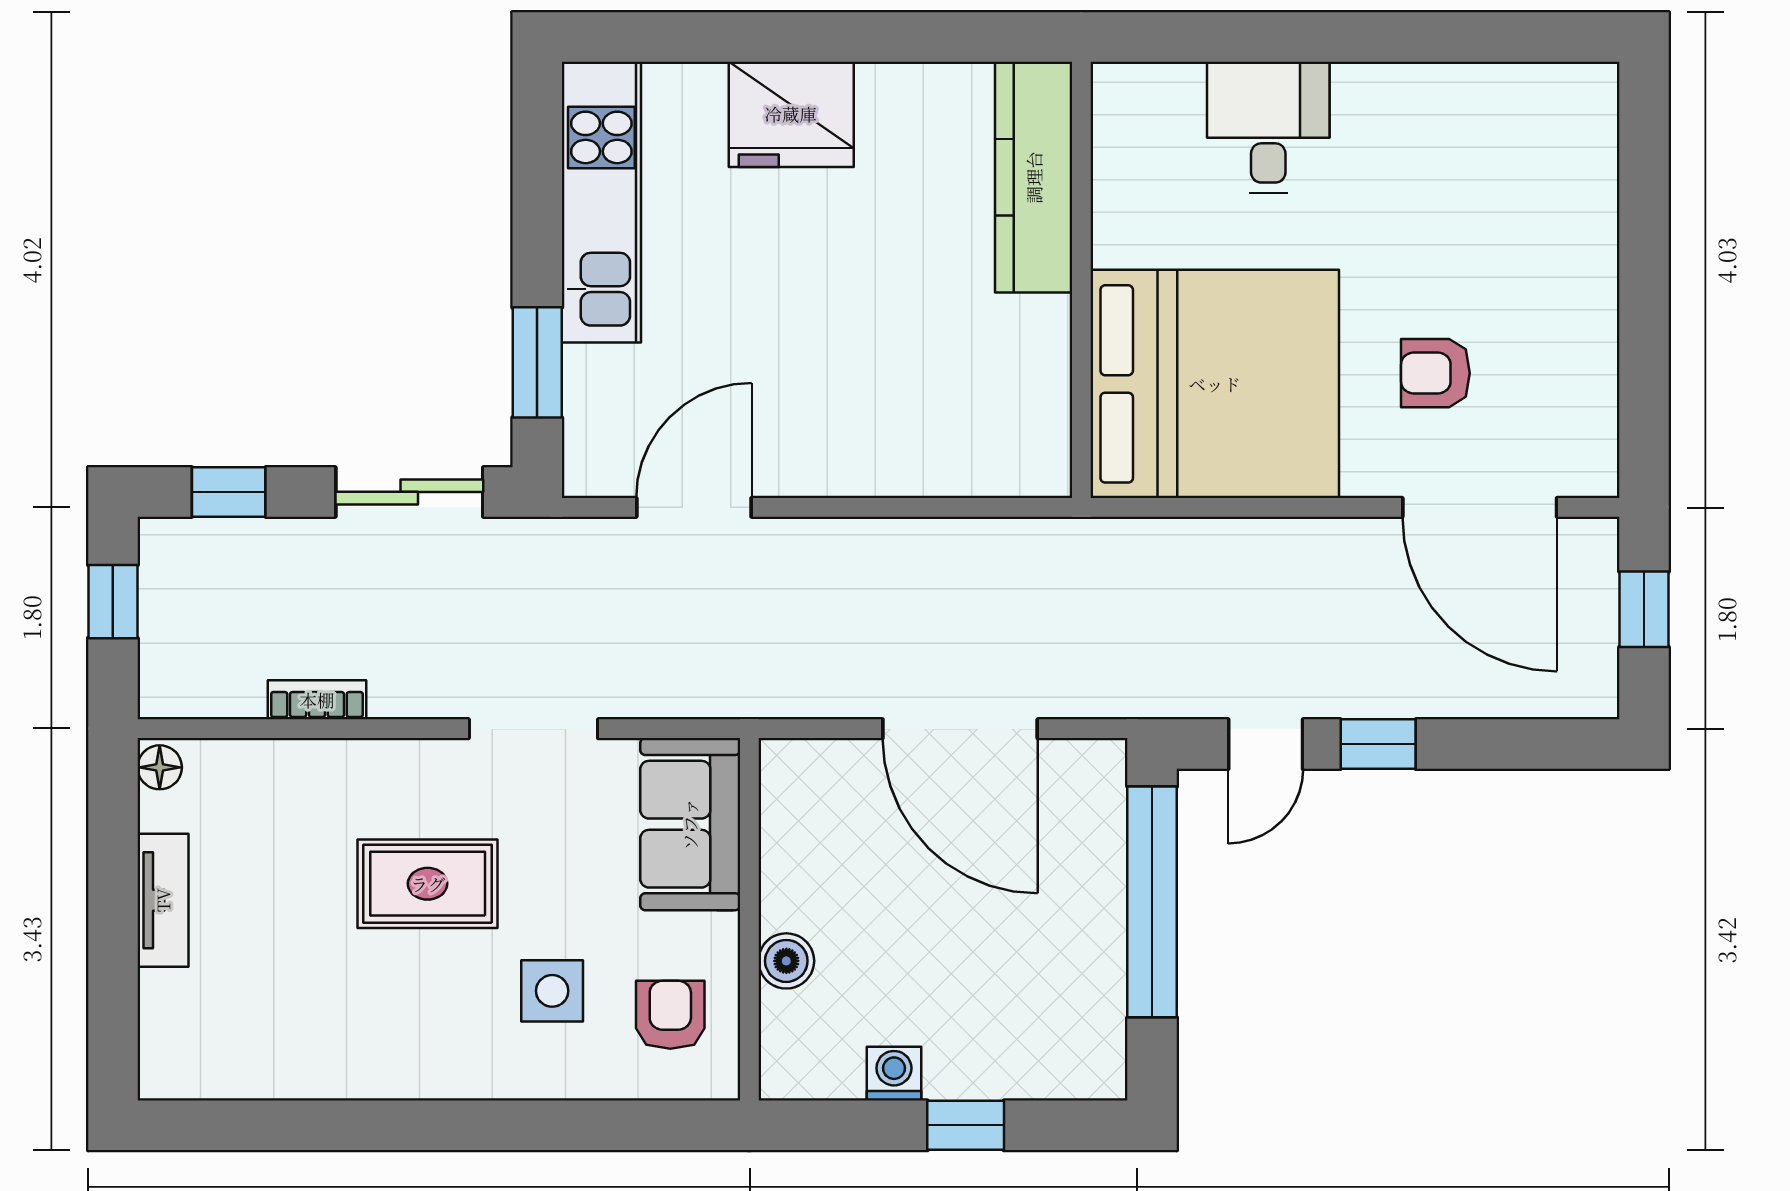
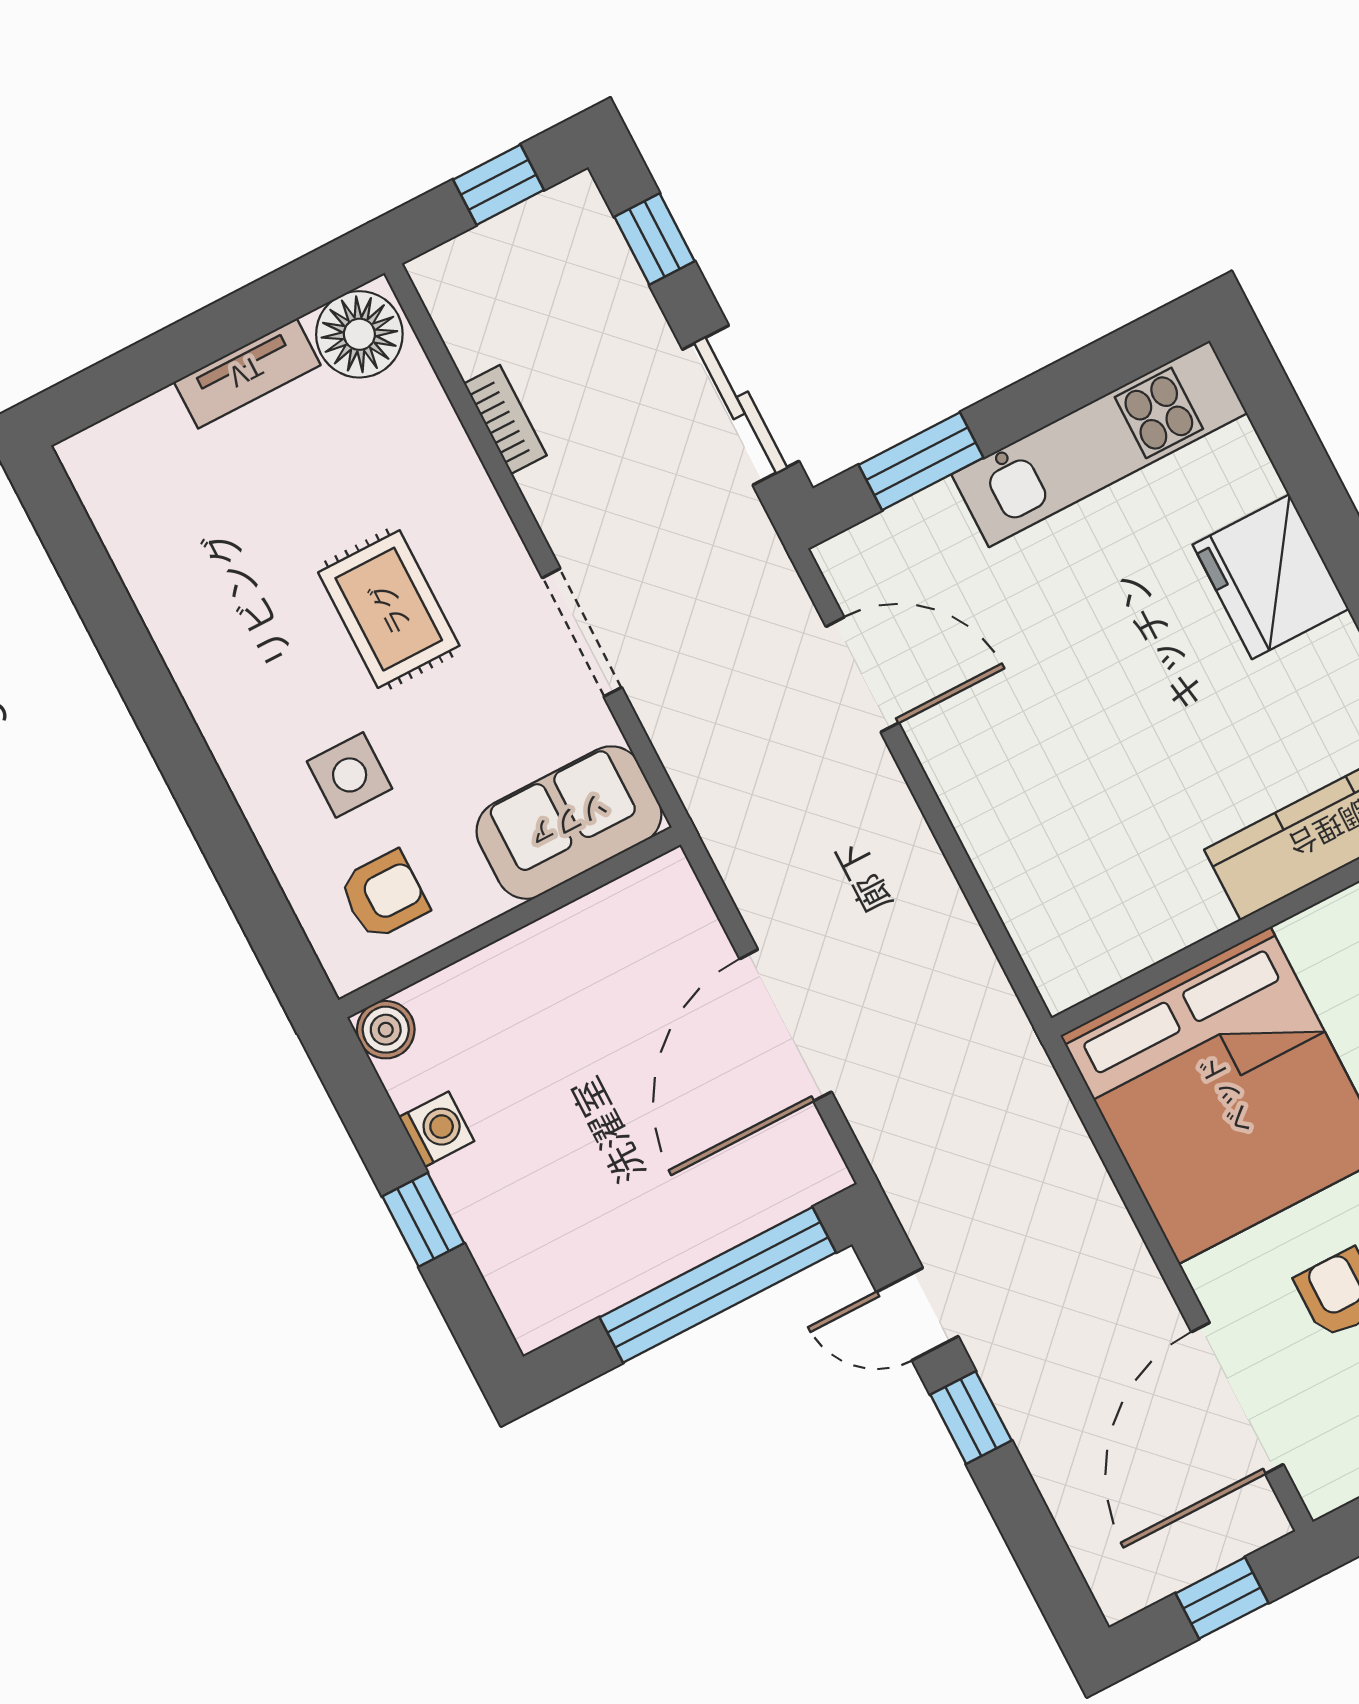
floor lamp: (160, 767) -> (359, 334), width x1.89, depth x1.89
boiler: (786, 961) -> (386, 1030), moved

